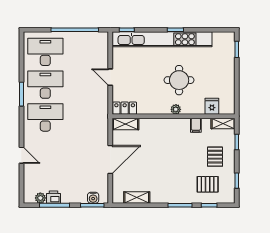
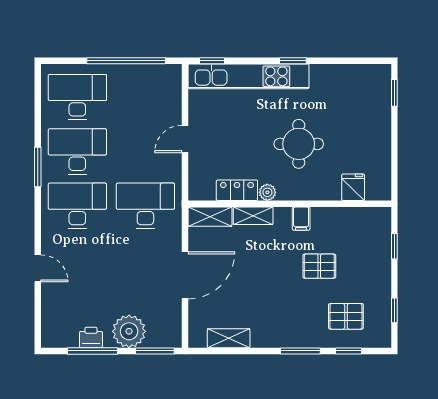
kitchen unit: (162, 39) -> (249, 76), width x0.73
door: (110, 77) -> (185, 139), hinge flipped
locker: (125, 108) -> (237, 190), moved
plant: (176, 109) -> (267, 192), moved
desk: (86, 117) -> (145, 206), added
shelving: (223, 123) -> (253, 216), moved
filing cabinet: (196, 125) -> (301, 219), moved
pallet: (215, 157) -> (319, 266), moved, turned 90
plant: (40, 198) -> (129, 331), moved, width x1.87, depth x1.87
water cooler: (93, 198) -> (156, 339), removed

